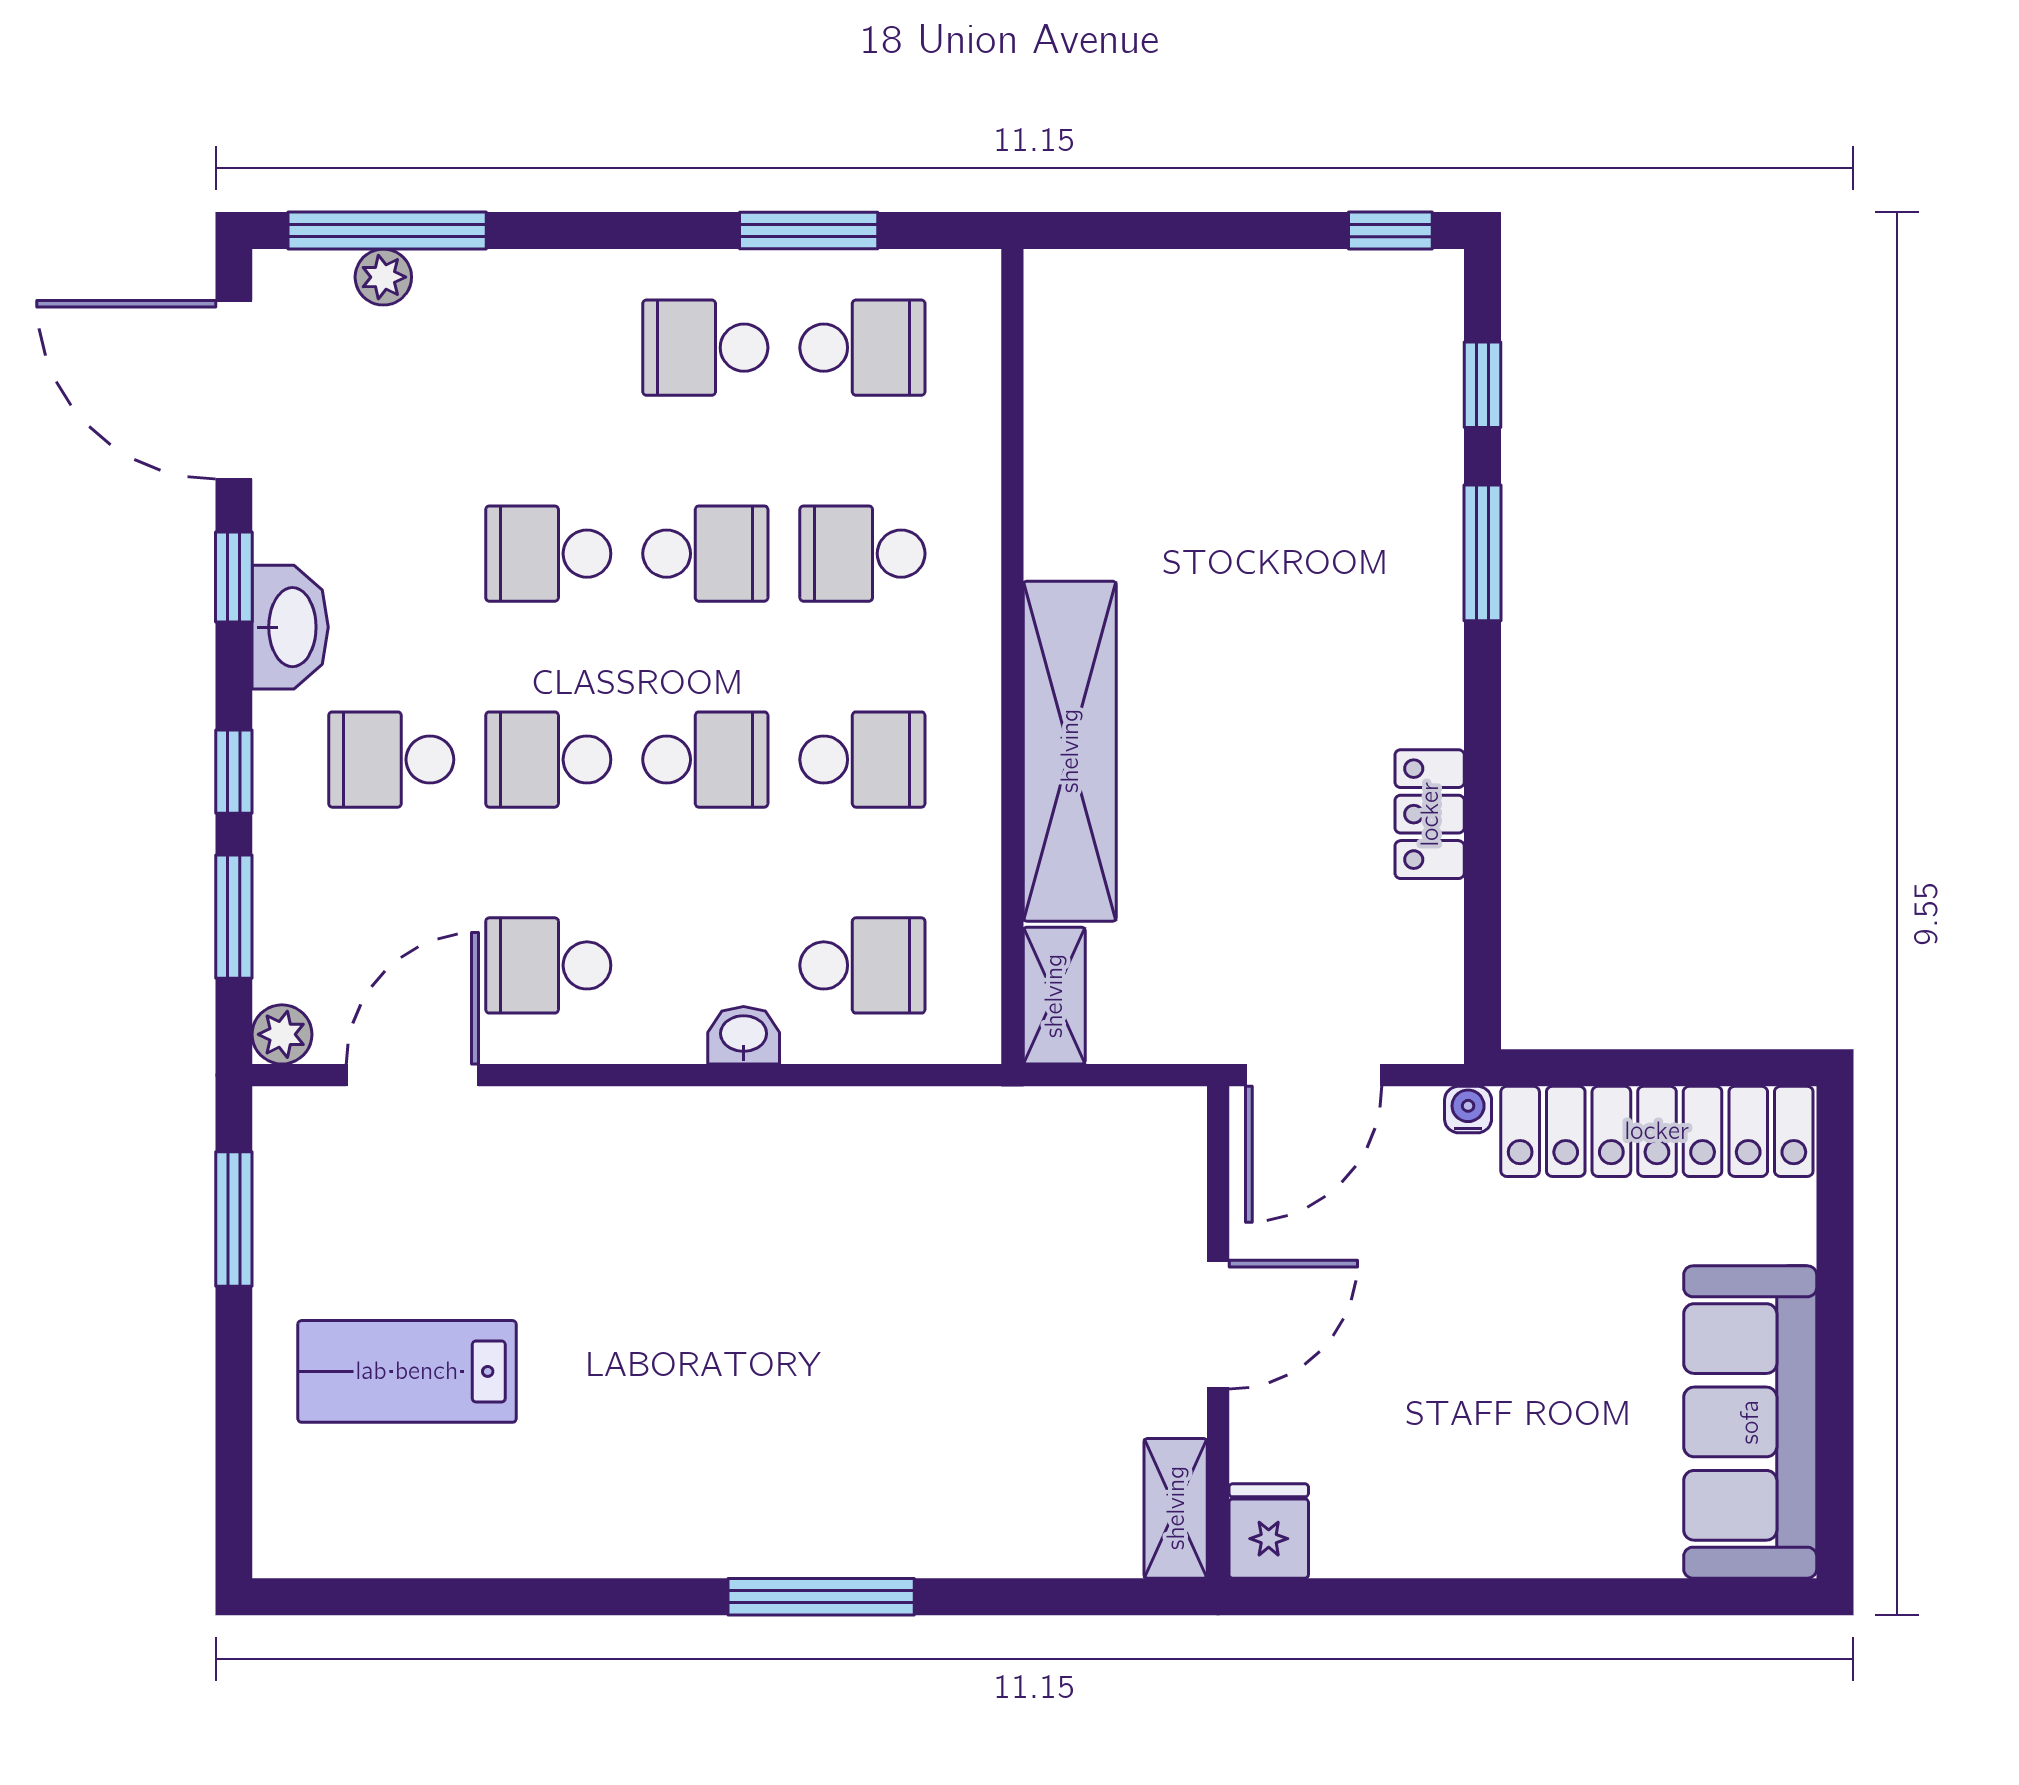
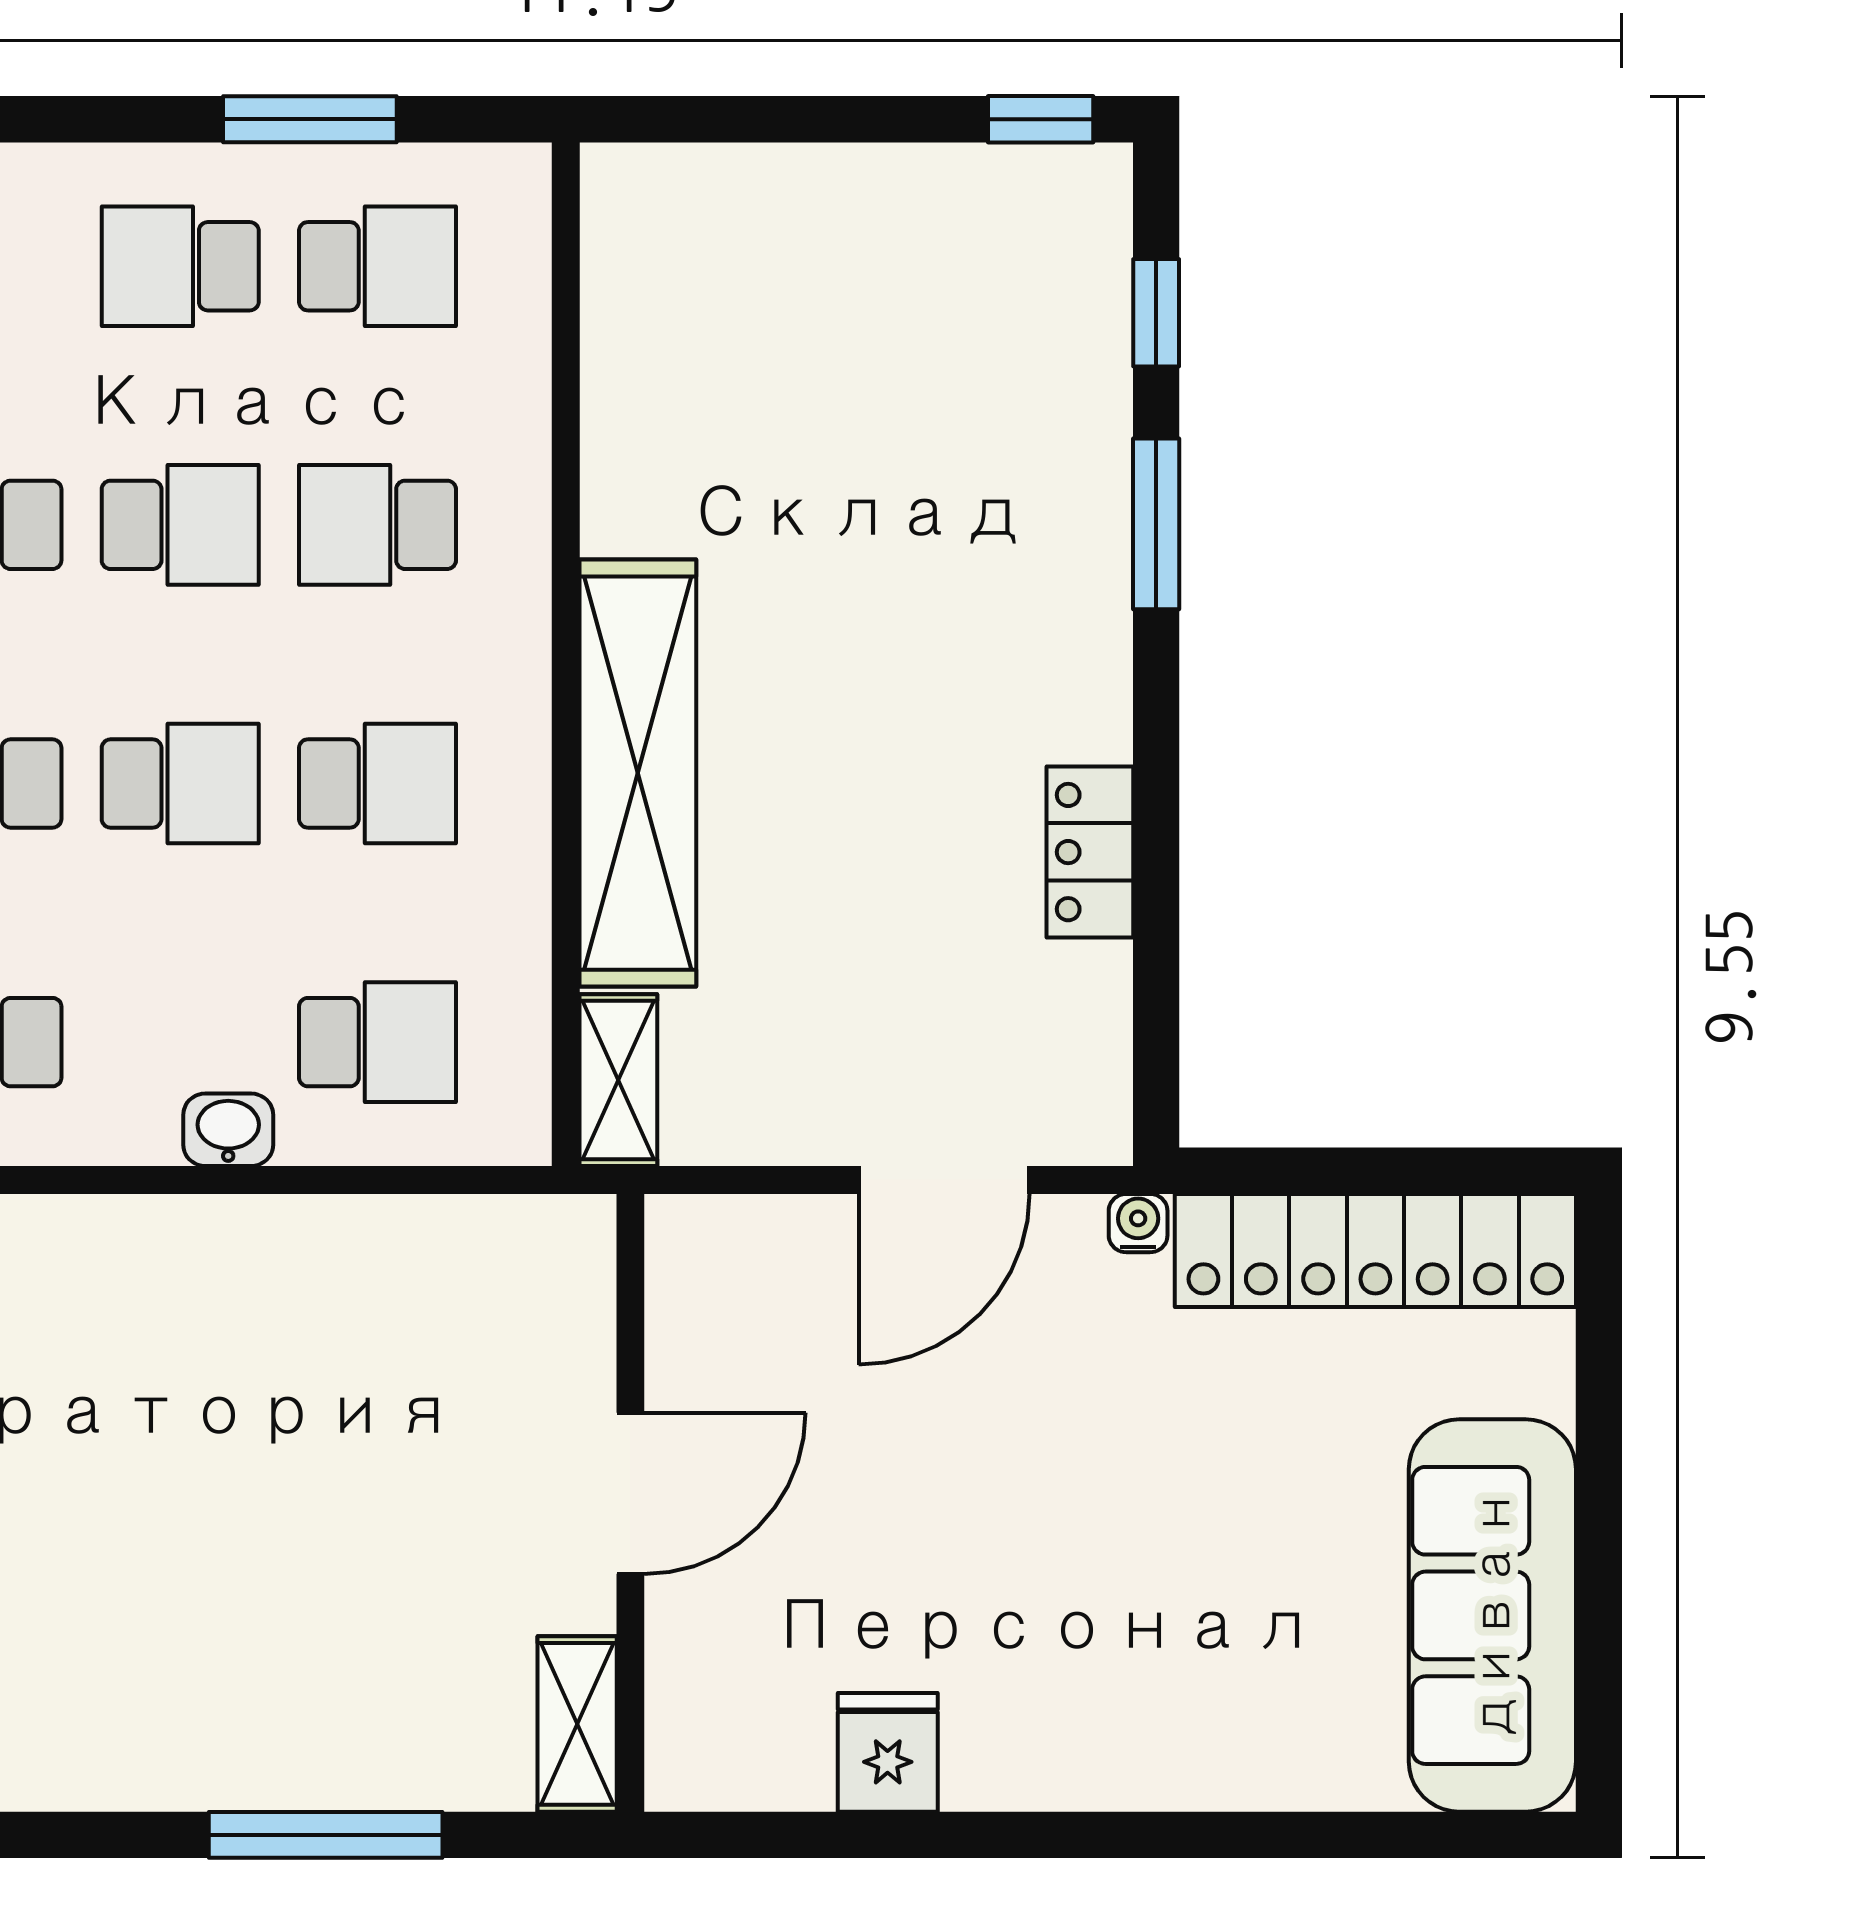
door: (1218, 1325) -> (630, 1493), moved
wall: (1218, 1332) -> (630, 1503), moved
shelving: (1176, 1508) -> (577, 1724), moved

